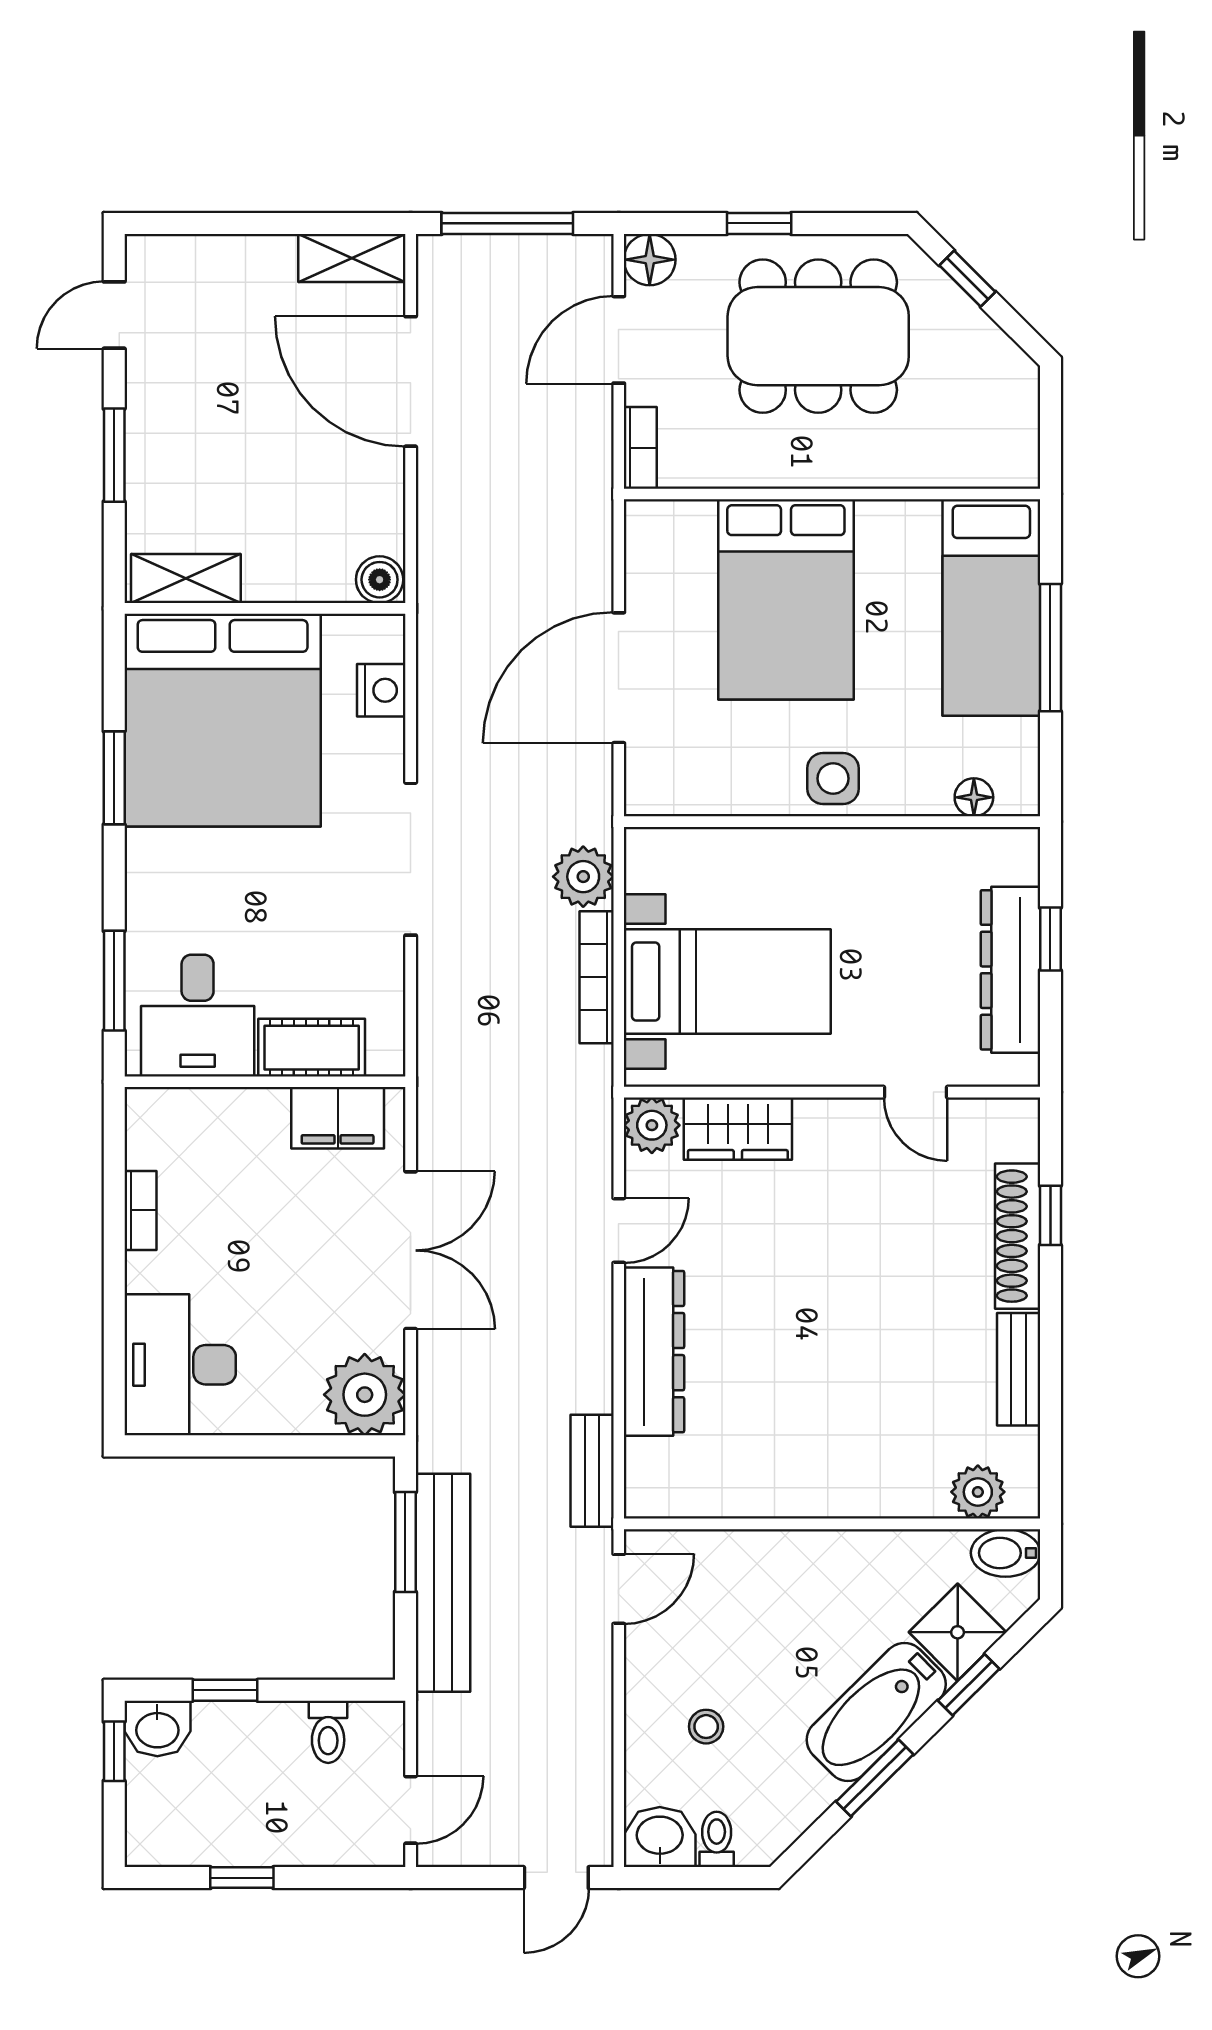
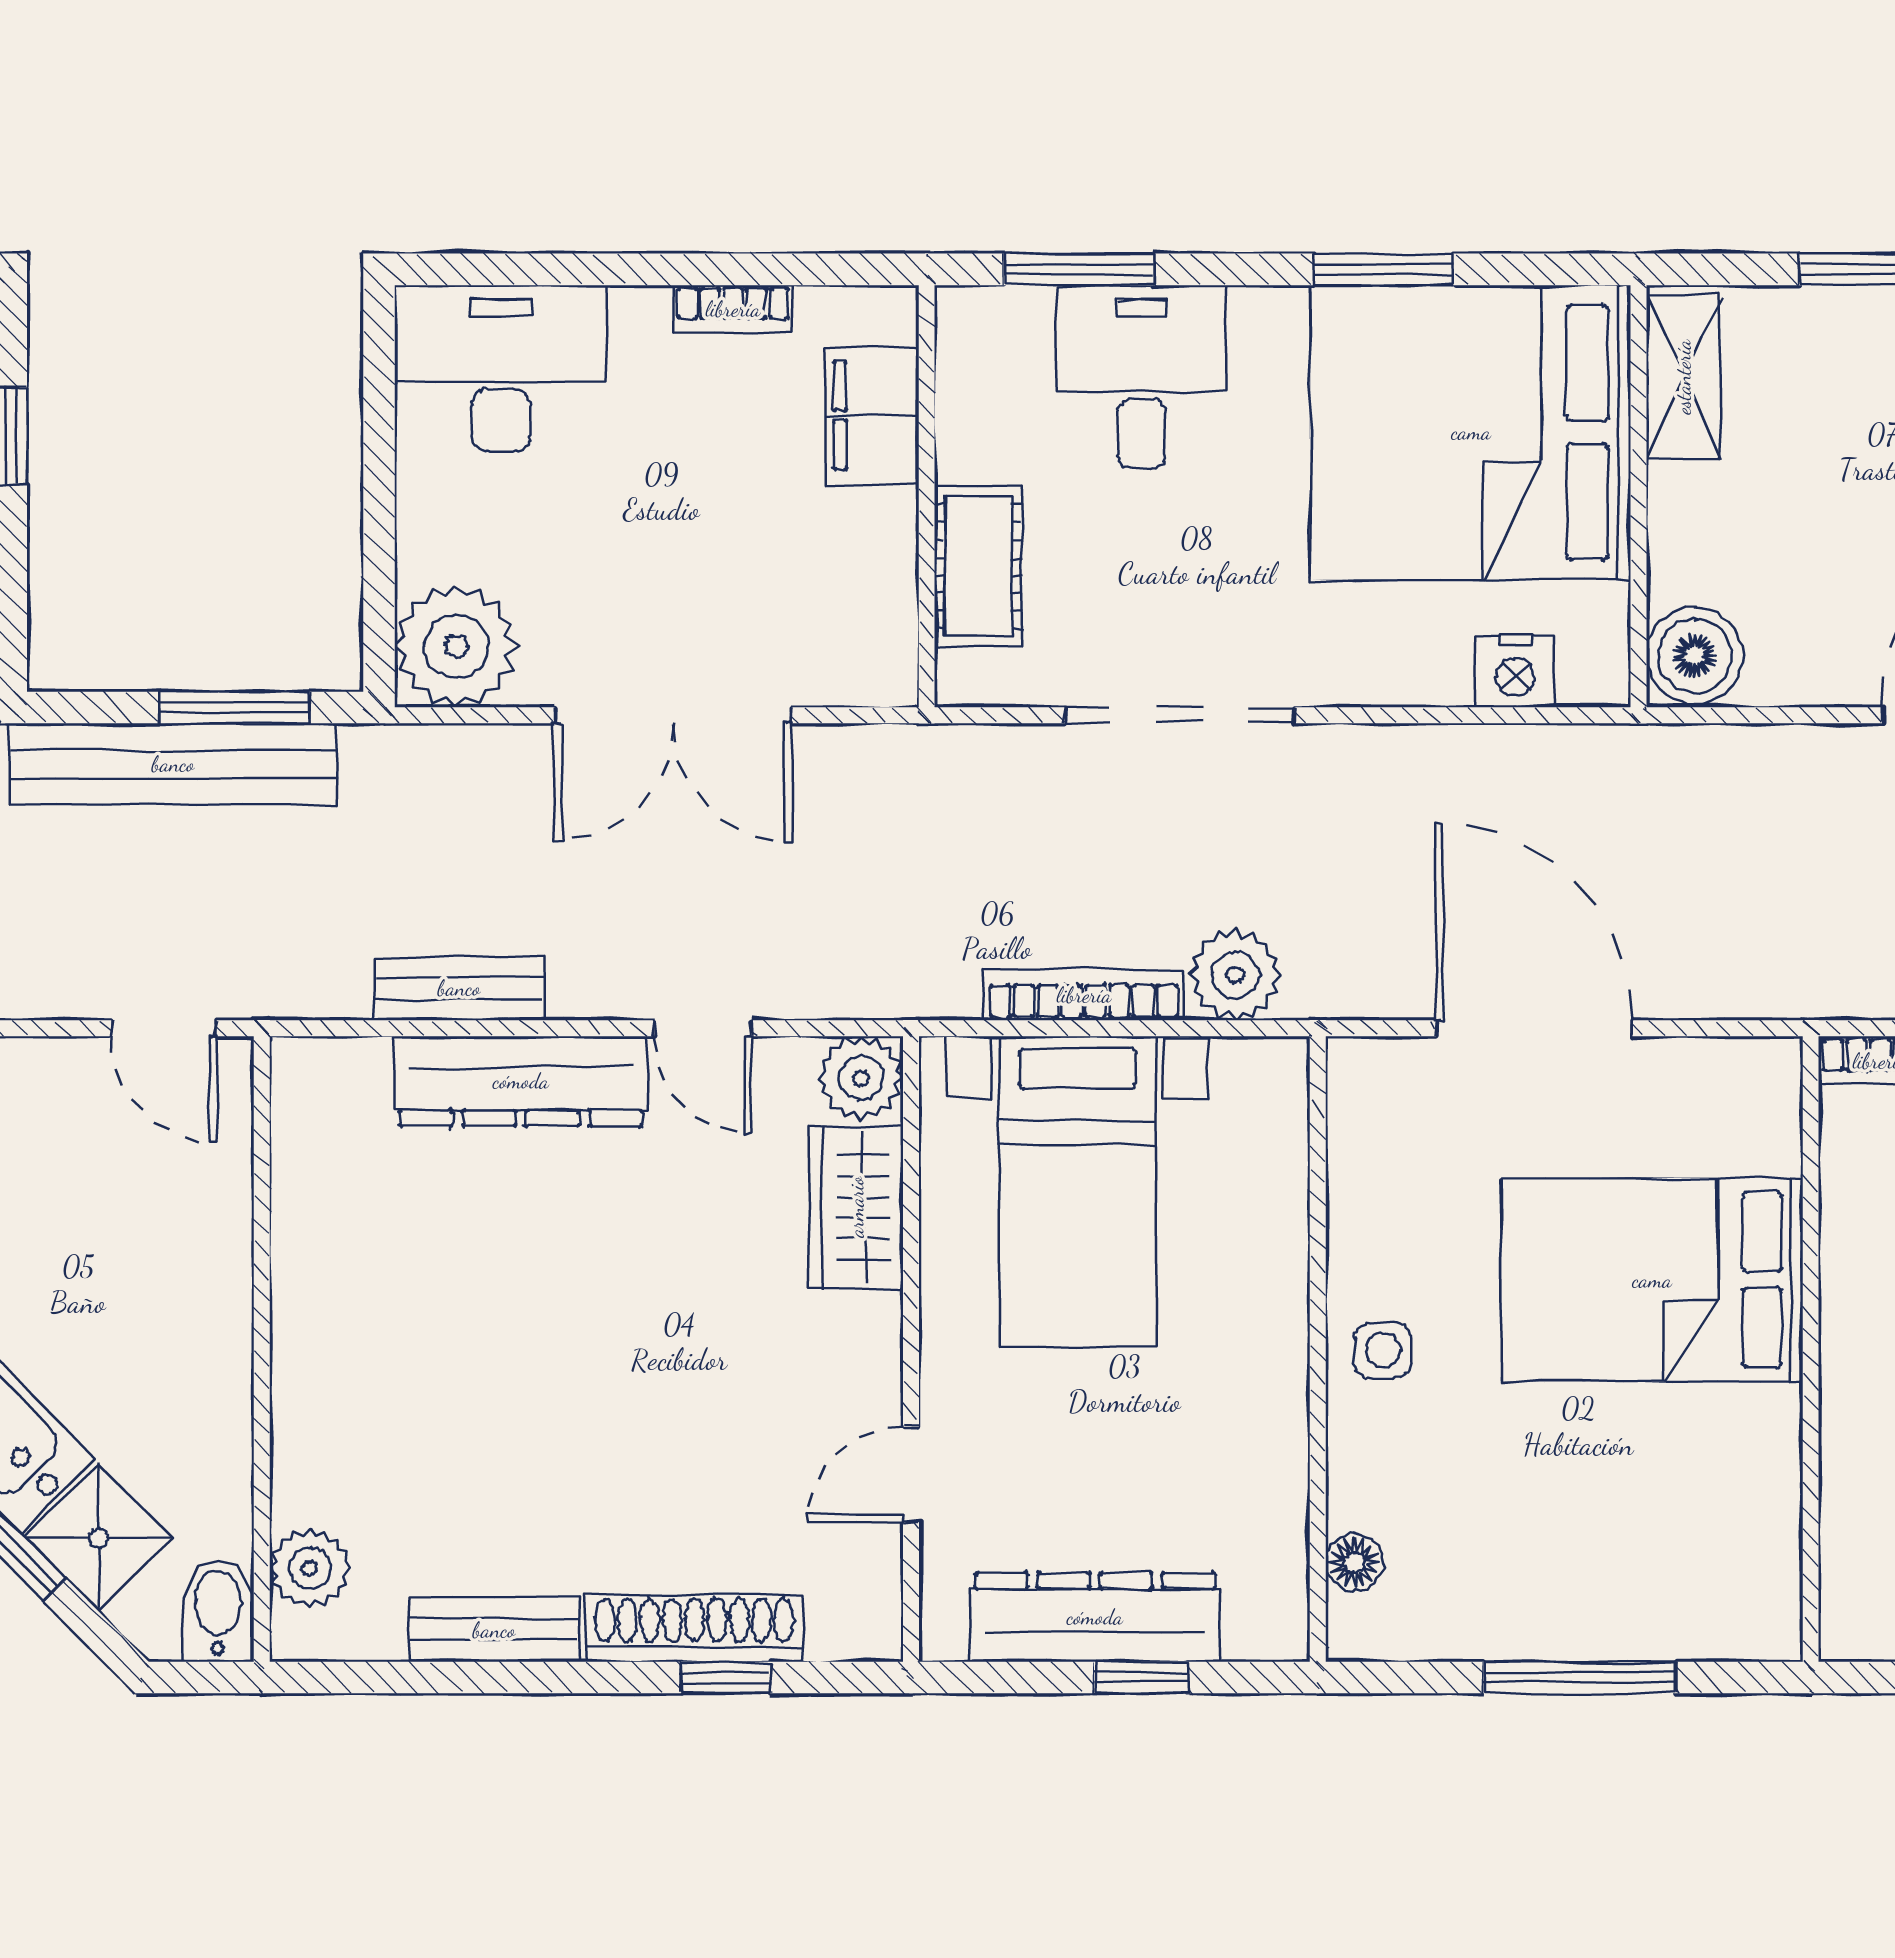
boiler: (380, 580) -> (1695, 656), width x1.36, depth x1.36
bed: (991, 608) -> (1640, 1589), removed
side table: (833, 778) -> (1383, 1350), width x0.73, depth x0.73
doorway: (411, 859) -> (1180, 715), moved
desk: (198, 1016) -> (1141, 377), moved, turned 90
filing cabinet: (338, 1118) -> (872, 415), moved
bench: (592, 1471) -> (459, 988), moved

